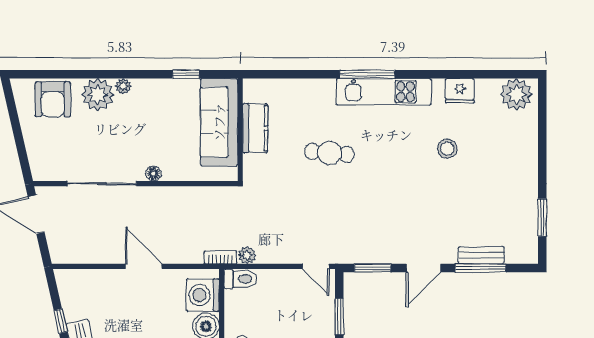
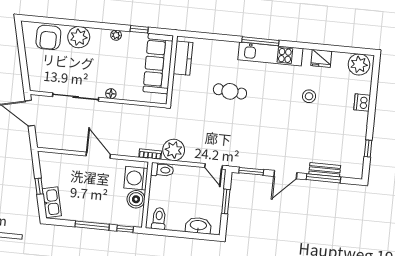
plant: (123, 86) -> (116, 35), moved
kitchen counter: (255, 128) -> (183, 58), moved
dishwasher: (527, 150) -> (362, 103), added
window: (542, 217) -> (368, 149), width x0.67
plant: (247, 255) -> (174, 150), width x1.88, depth x1.88

